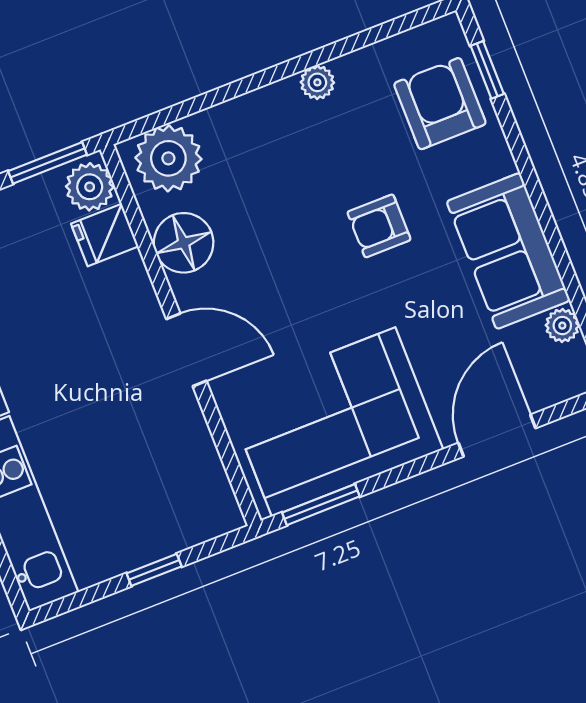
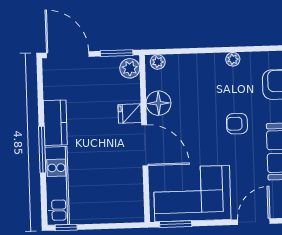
plant: (168, 158) -> (158, 62), width x0.53, depth x0.53
fridge: (105, 235) -> (130, 114), moved
door: (186, 350) -> (145, 145), width x1.36
window: (154, 570) -> (66, 227), moved

